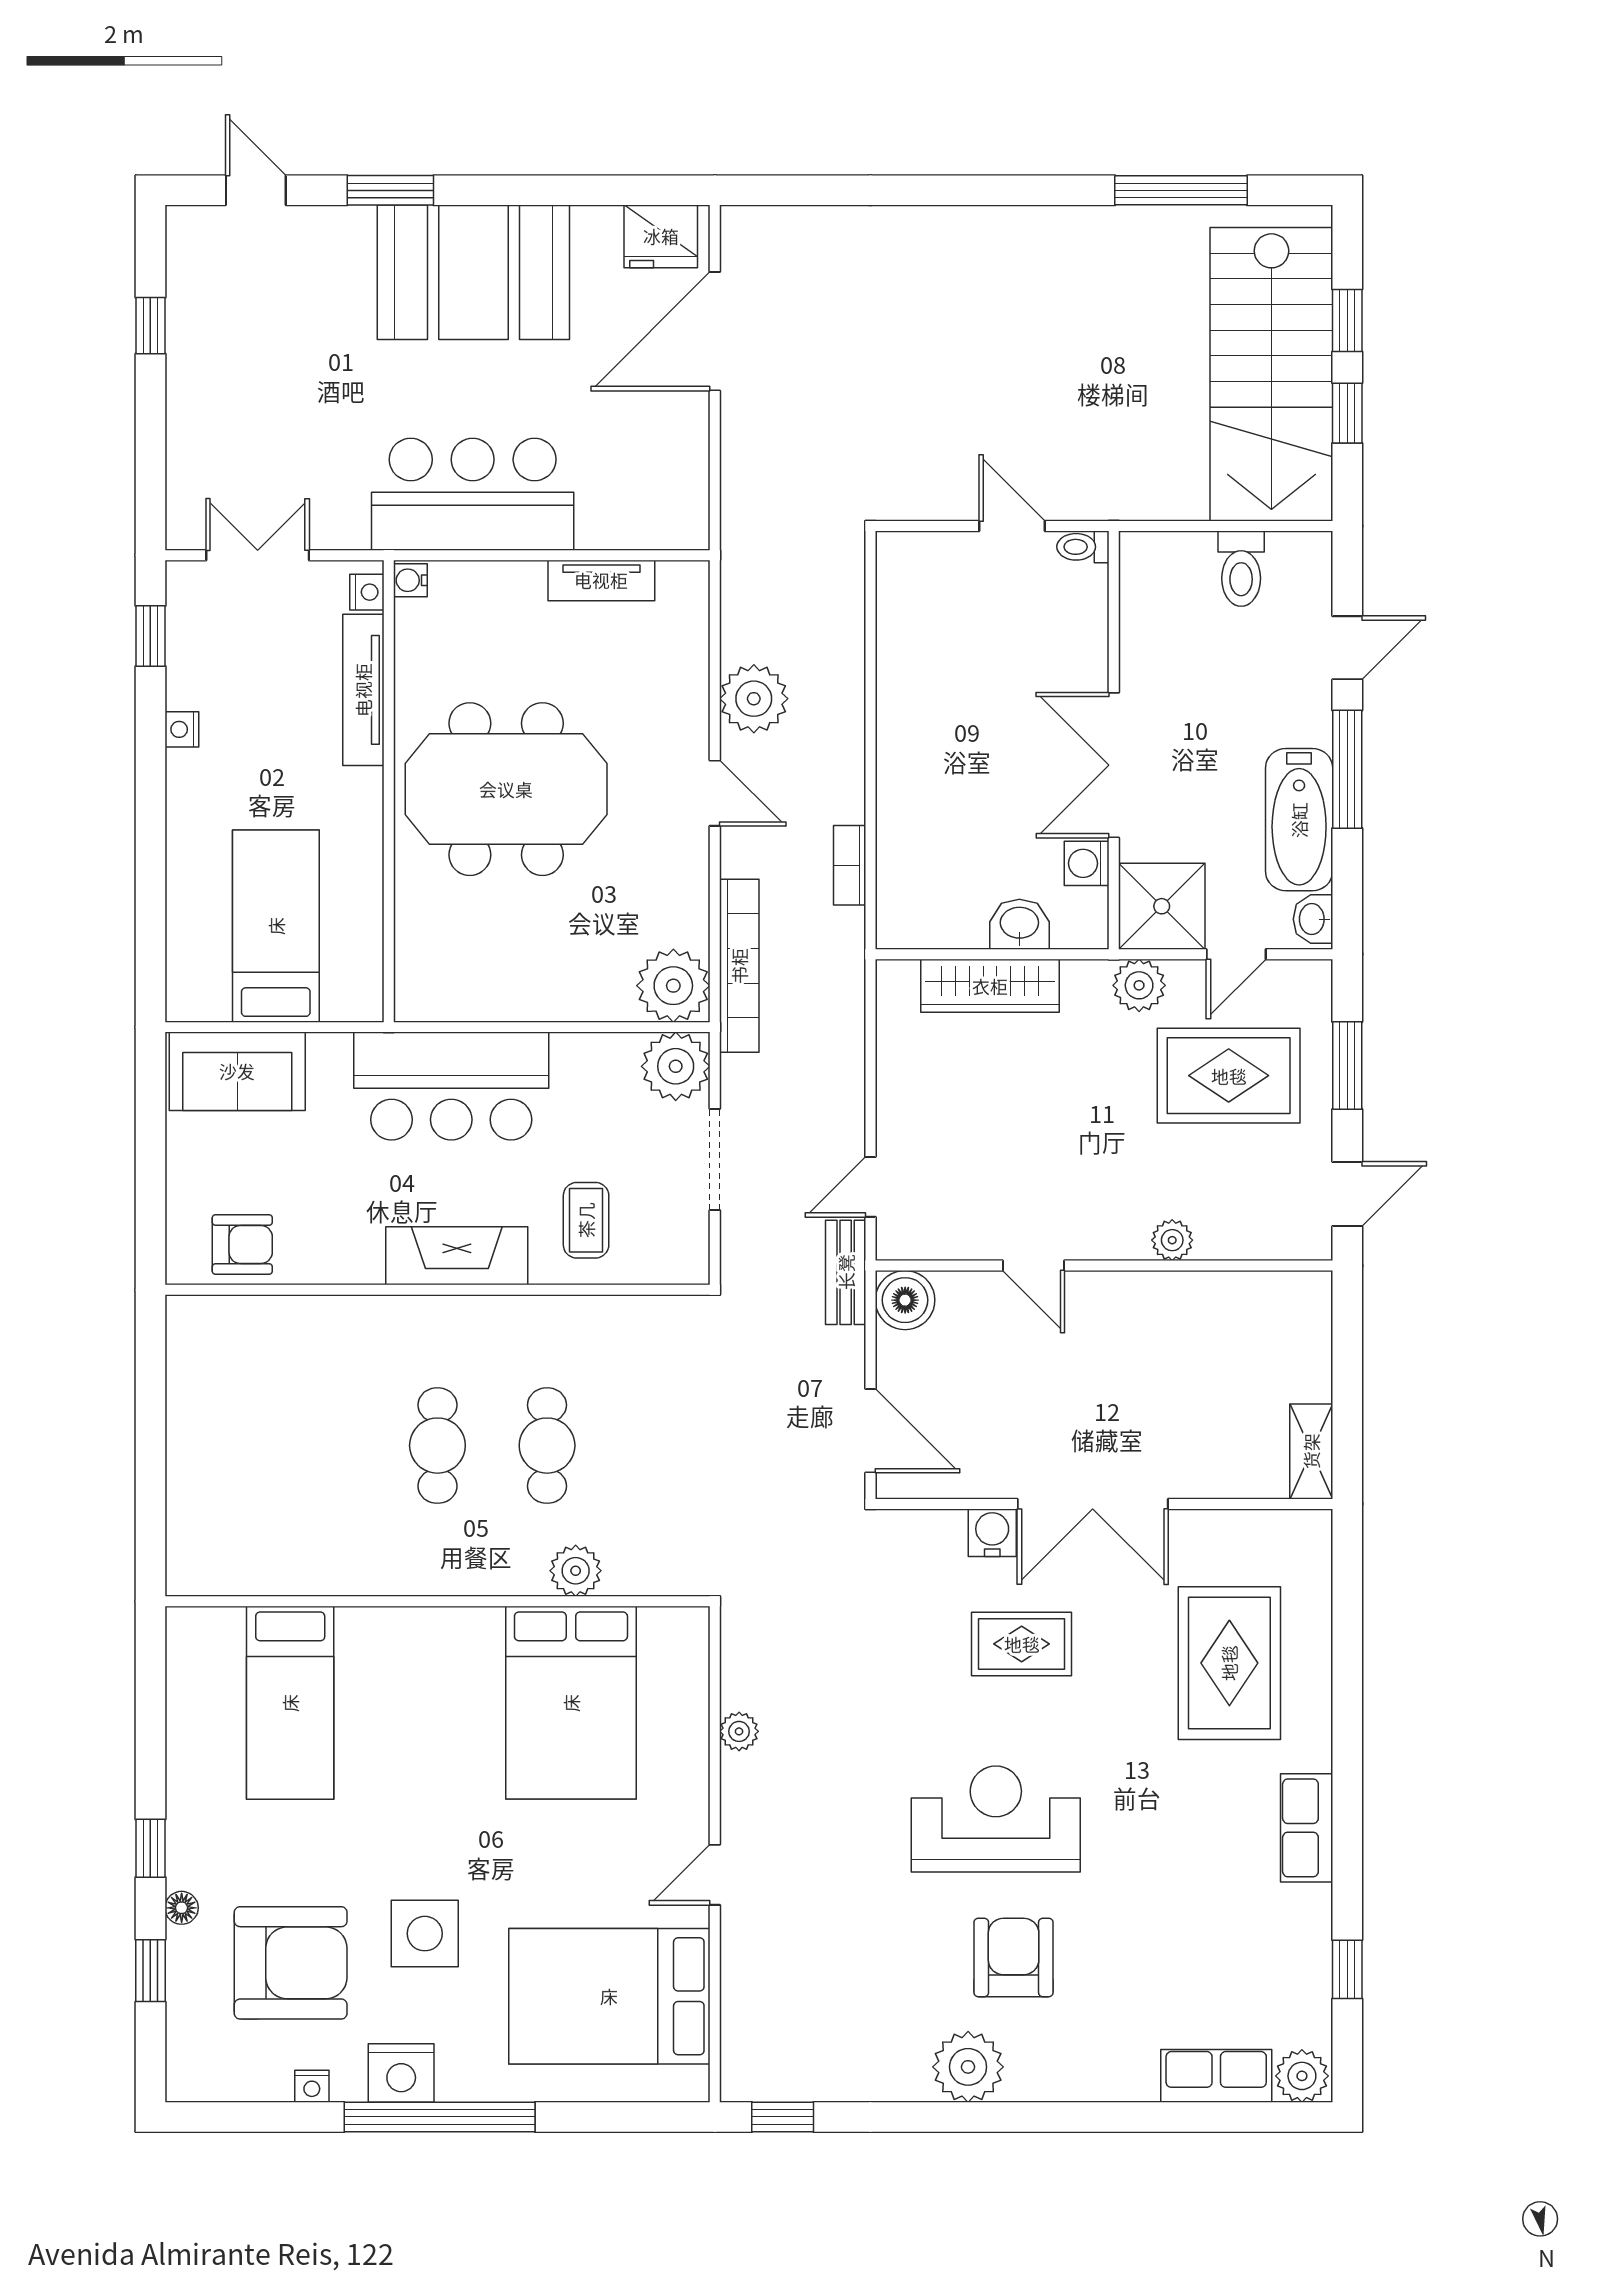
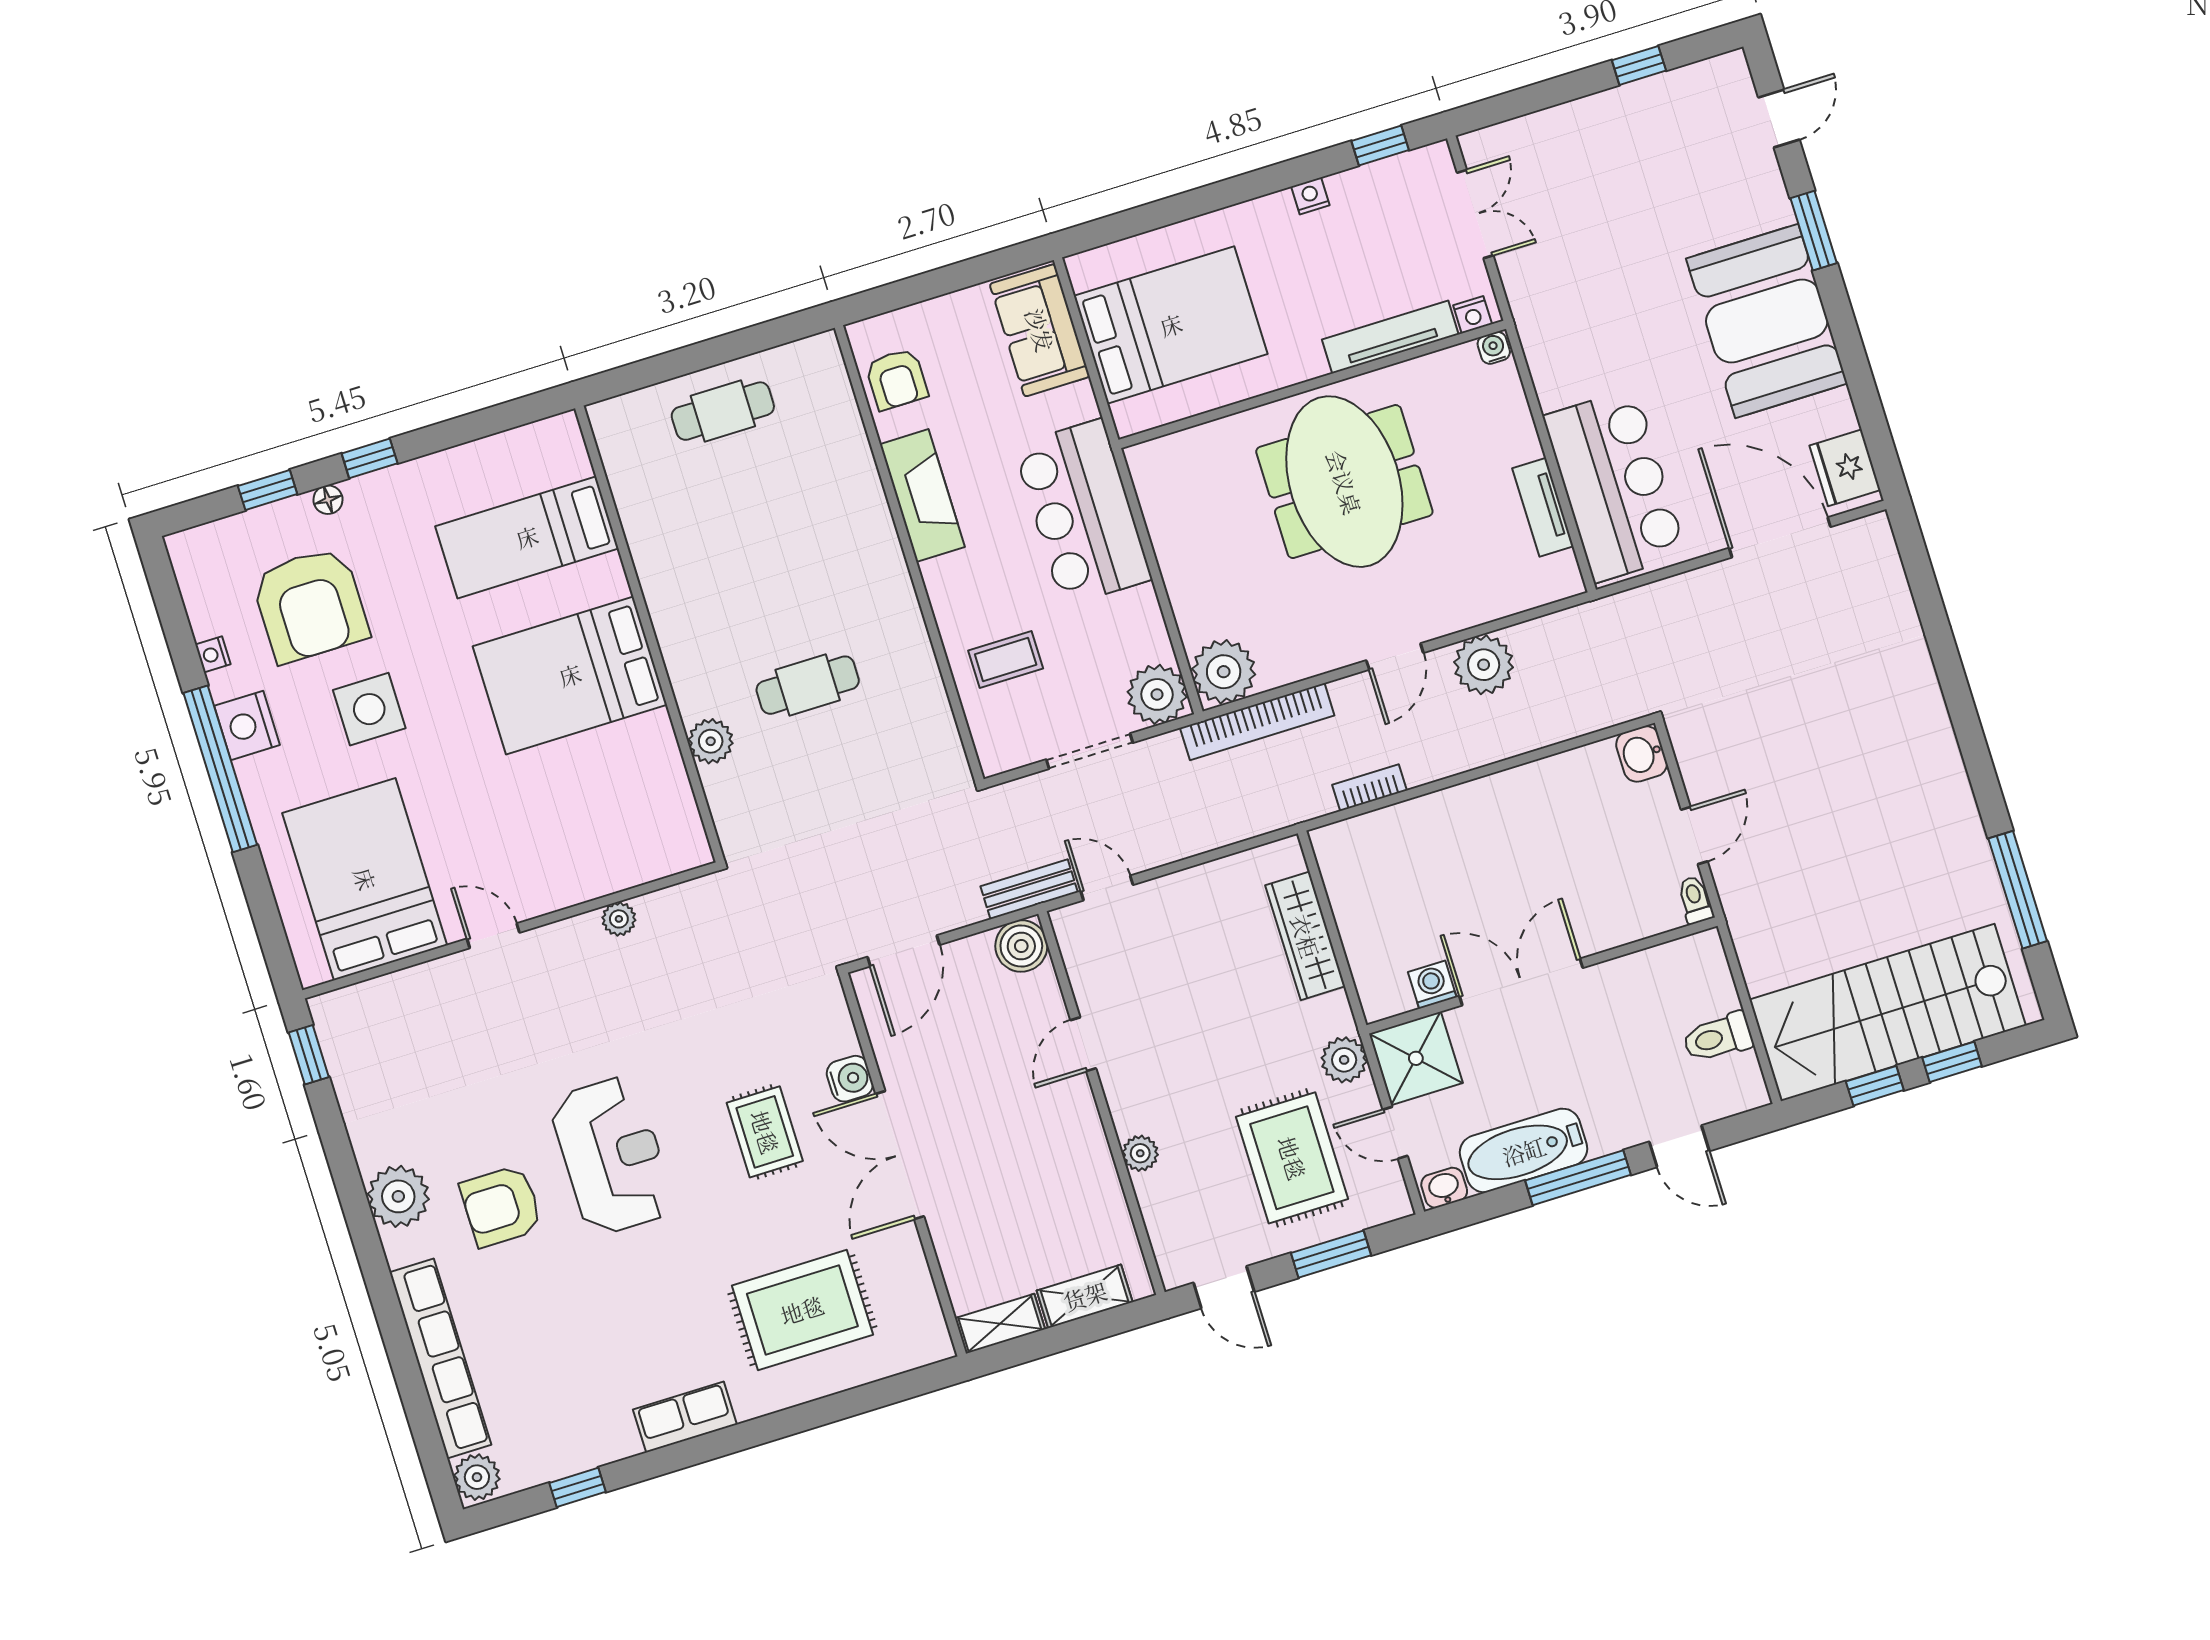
bar counter: (473, 494) -> (1615, 485), moved
washbasin: (1019, 924) -> (1642, 754), moved, turned 180
bed: (276, 926) -> (1171, 325), width x1.50
fireplace: (457, 1256) -> (922, 496), moved
shelving: (1310, 1349) -> (1085, 1296), added
cafe table: (437, 1446) -> (723, 411), moved
bed: (571, 1703) -> (570, 675), moved
armchair: (1014, 1958) -> (501, 1206), turned 180
row of seats: (1216, 2076) -> (440, 1359), width x2.02

